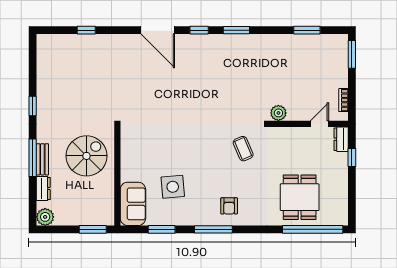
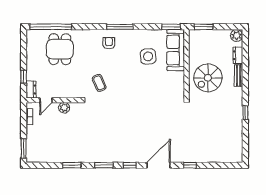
window: (86, 30) -> (190, 165), moved
door: (158, 30) -> (158, 165), hinge flipped
window: (307, 30) -> (72, 165), moved
plant: (278, 113) -> (64, 108), moved
window: (33, 158) -> (245, 77), removed
sofa: (133, 204) -> (176, 50), width x1.36
window: (162, 229) -> (171, 27), moved

